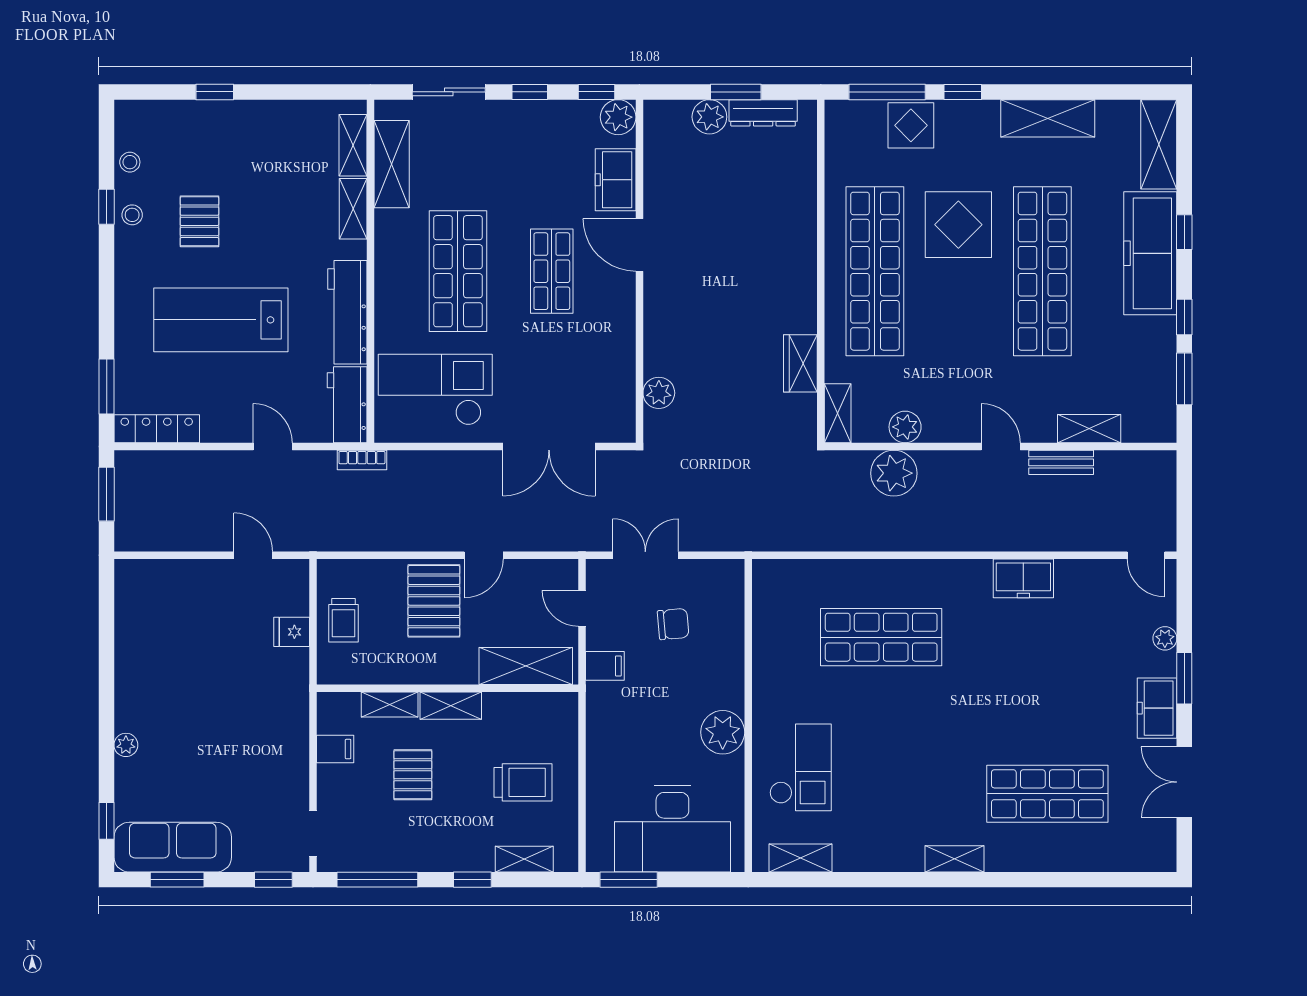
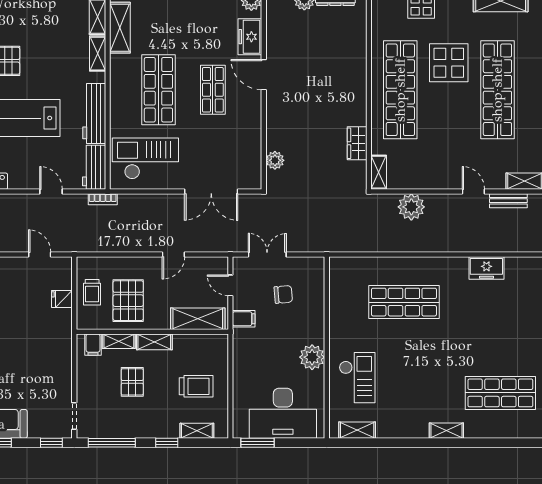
plant: (905, 427) -> (418, 180), removed
pallet: (434, 601) -> (128, 301), moved
filing cabinet: (335, 749) -> (93, 345), moved, turned 90

